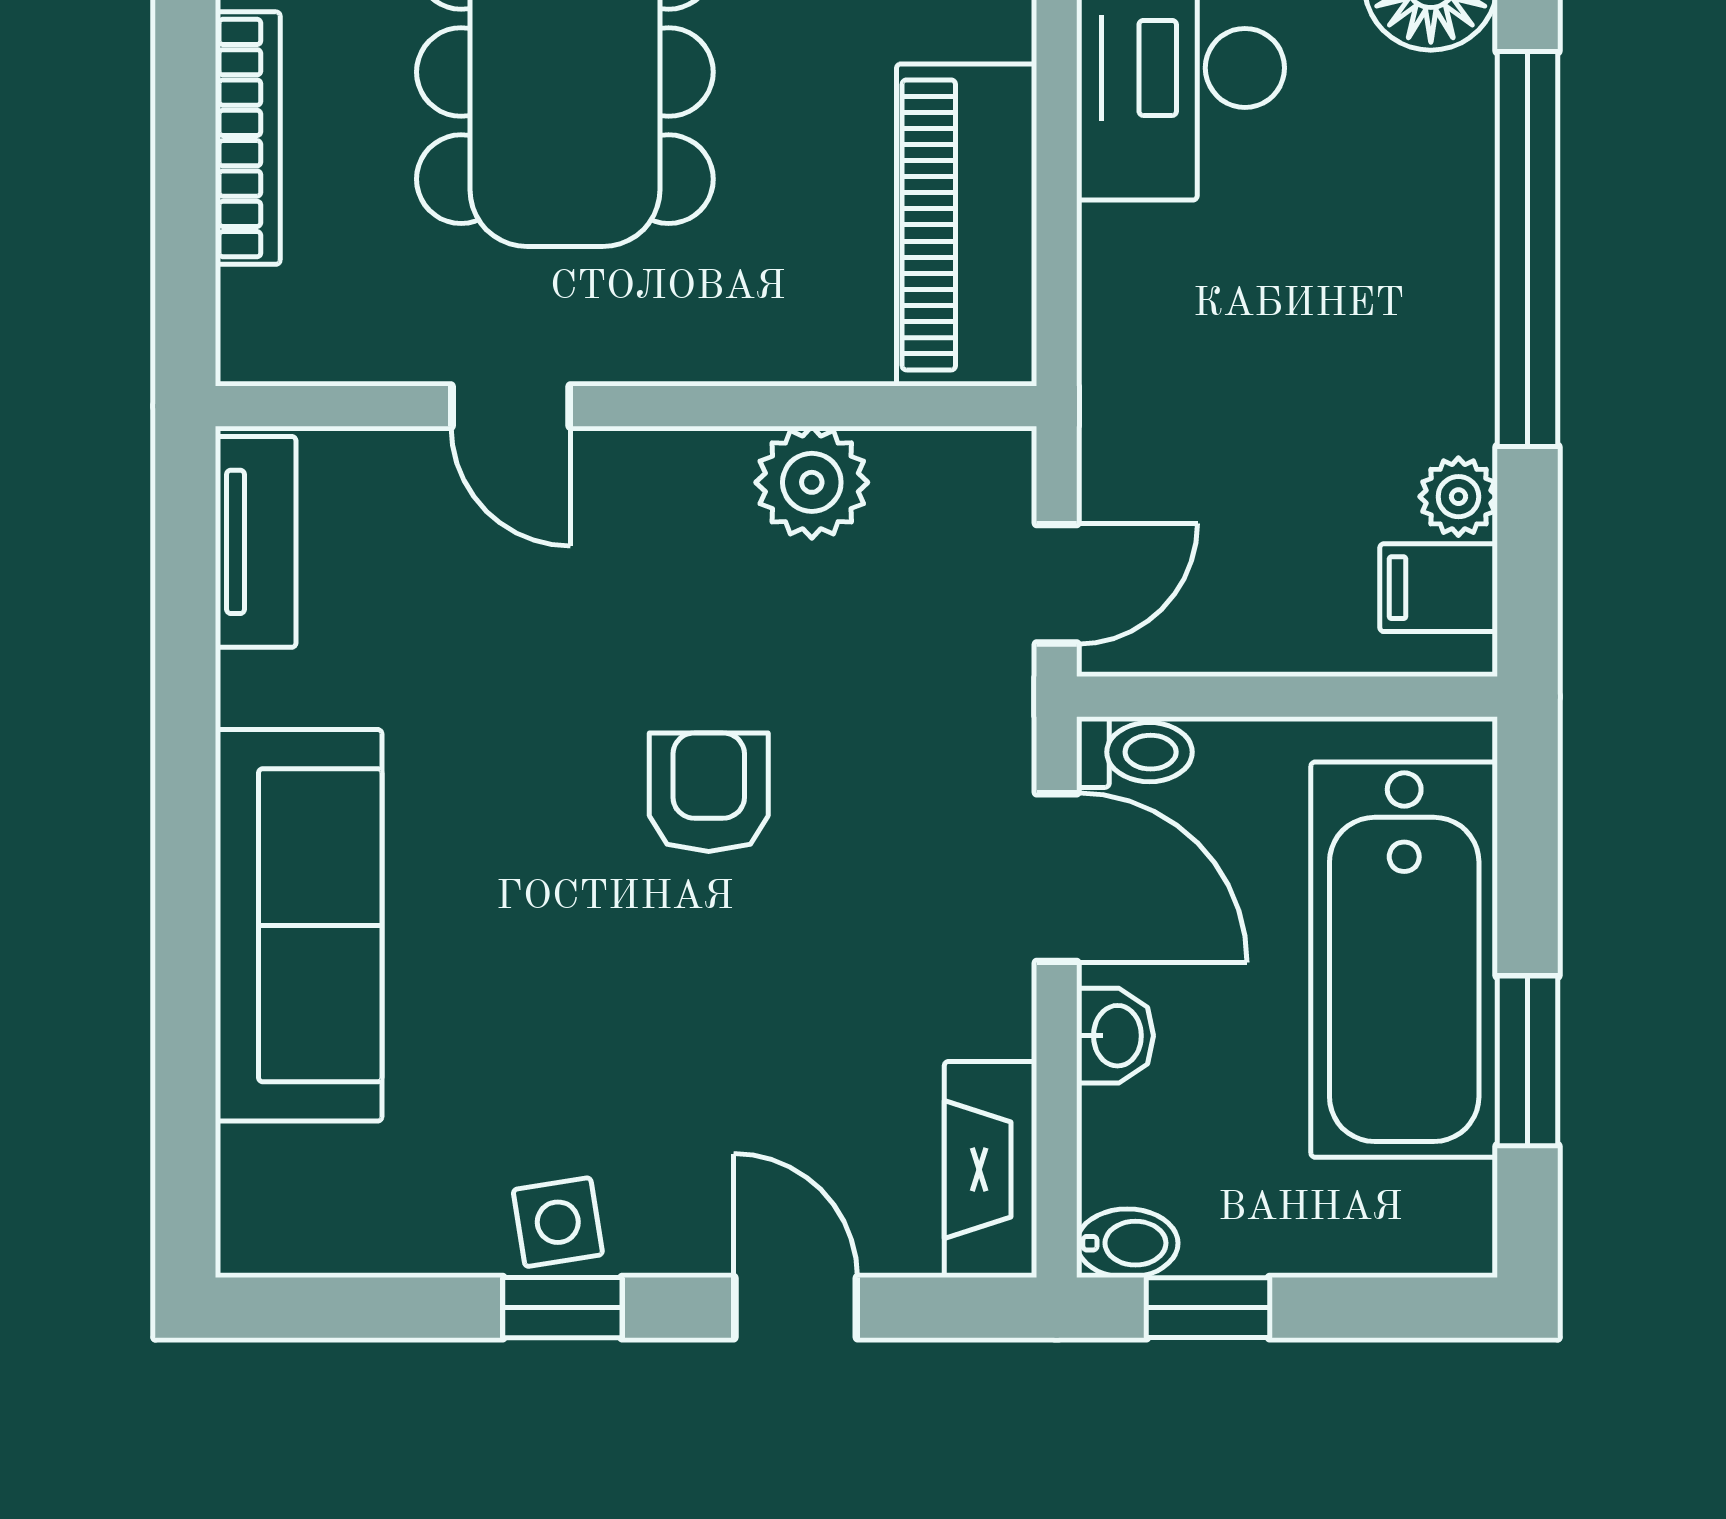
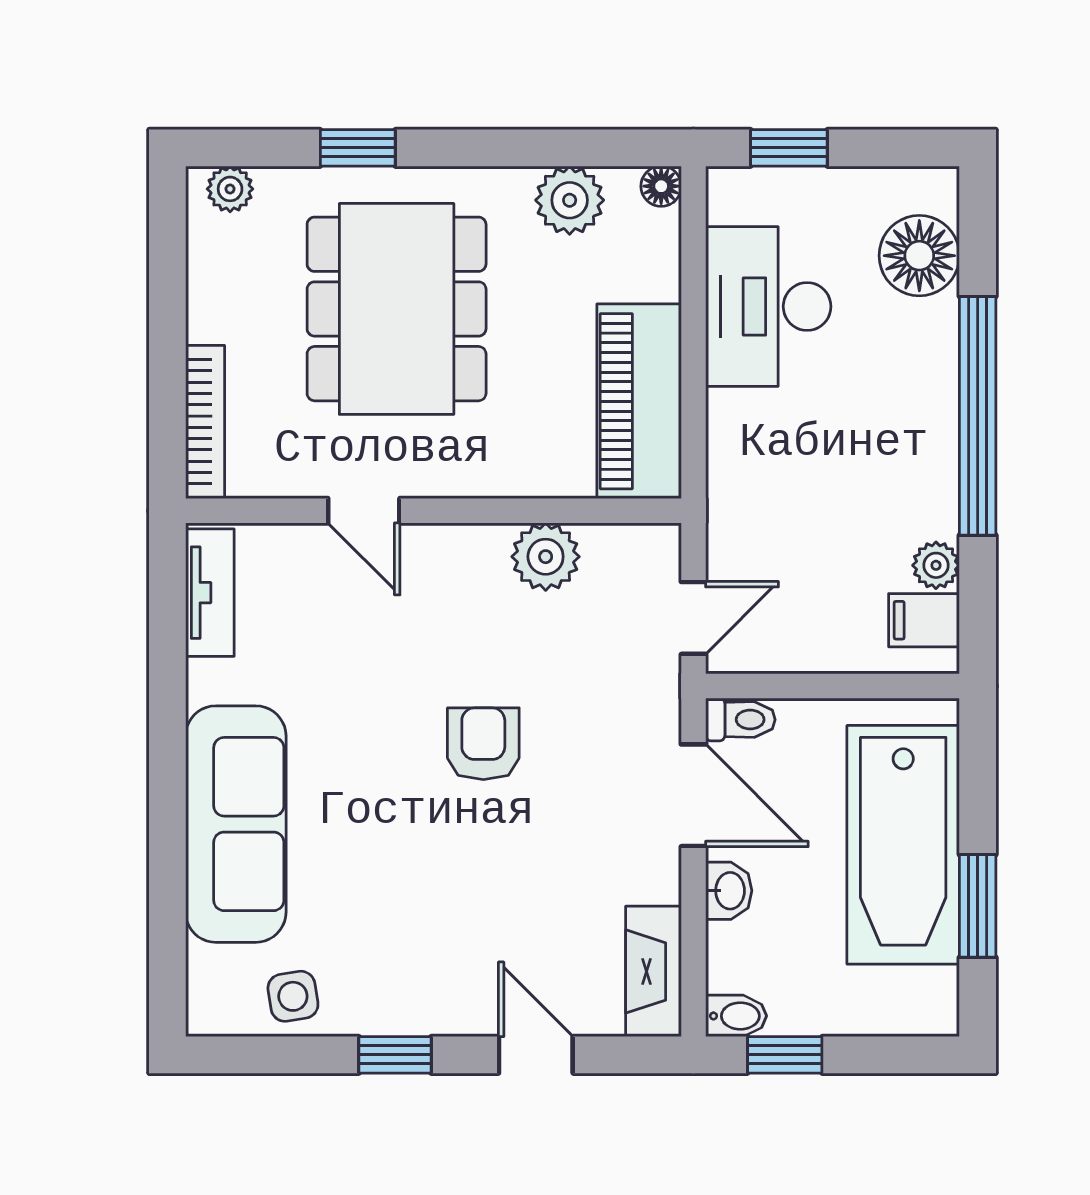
bookcase: (248, 138) -> (205, 422), moved
side table: (558, 1222) -> (293, 996), moved

